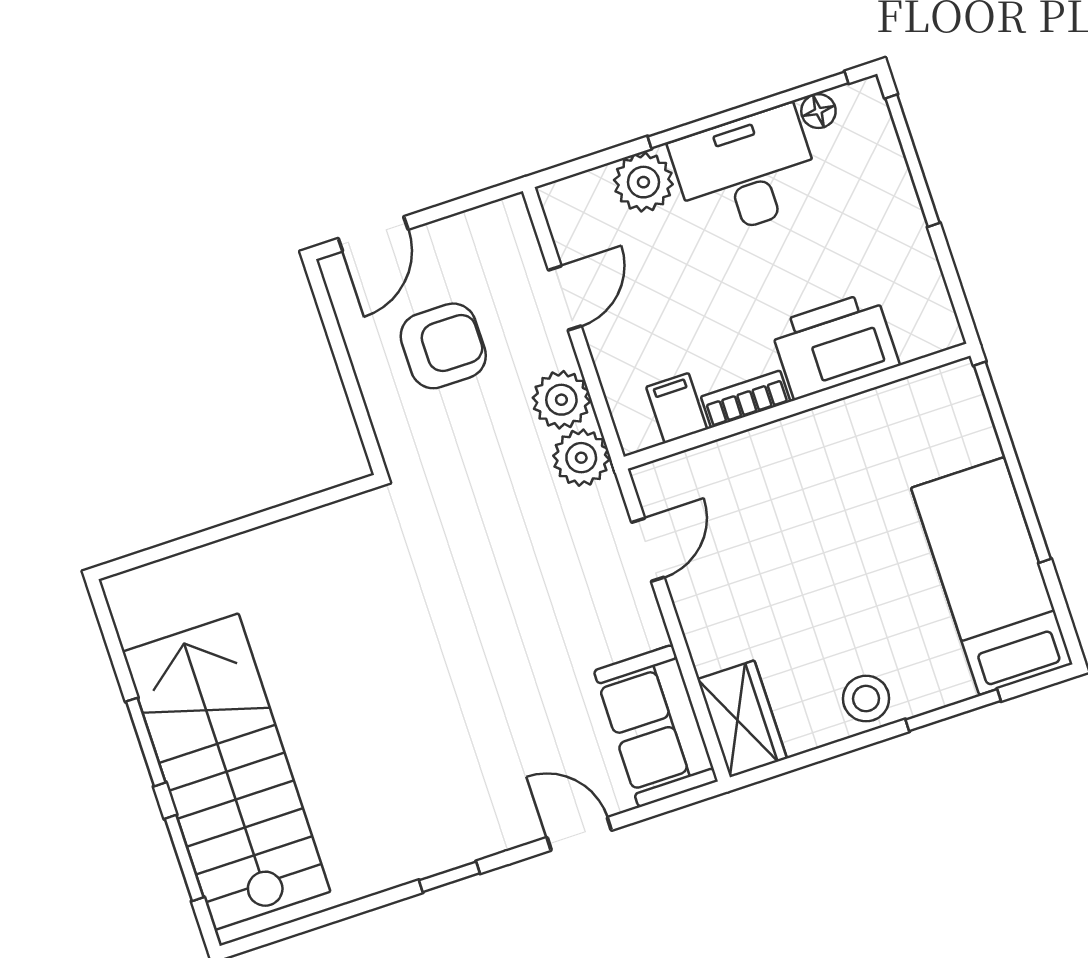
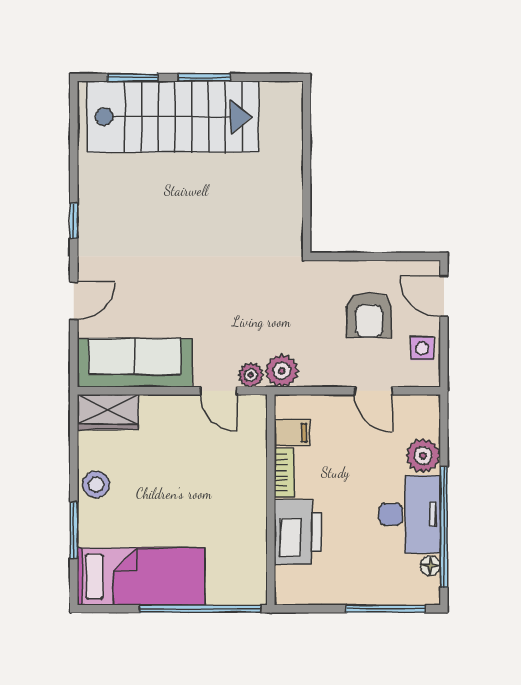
side table: (469, 242) -> (422, 348), added
plant: (561, 400) -> (251, 375), moved, width x0.73, depth x0.73
sofa: (656, 726) -> (135, 363), width x1.36

